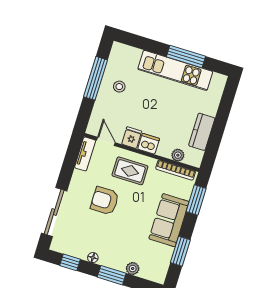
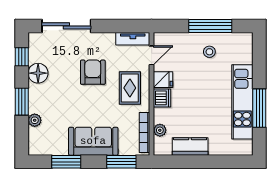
floor lamp: (93, 258) -> (38, 73), width x1.89, depth x1.89

